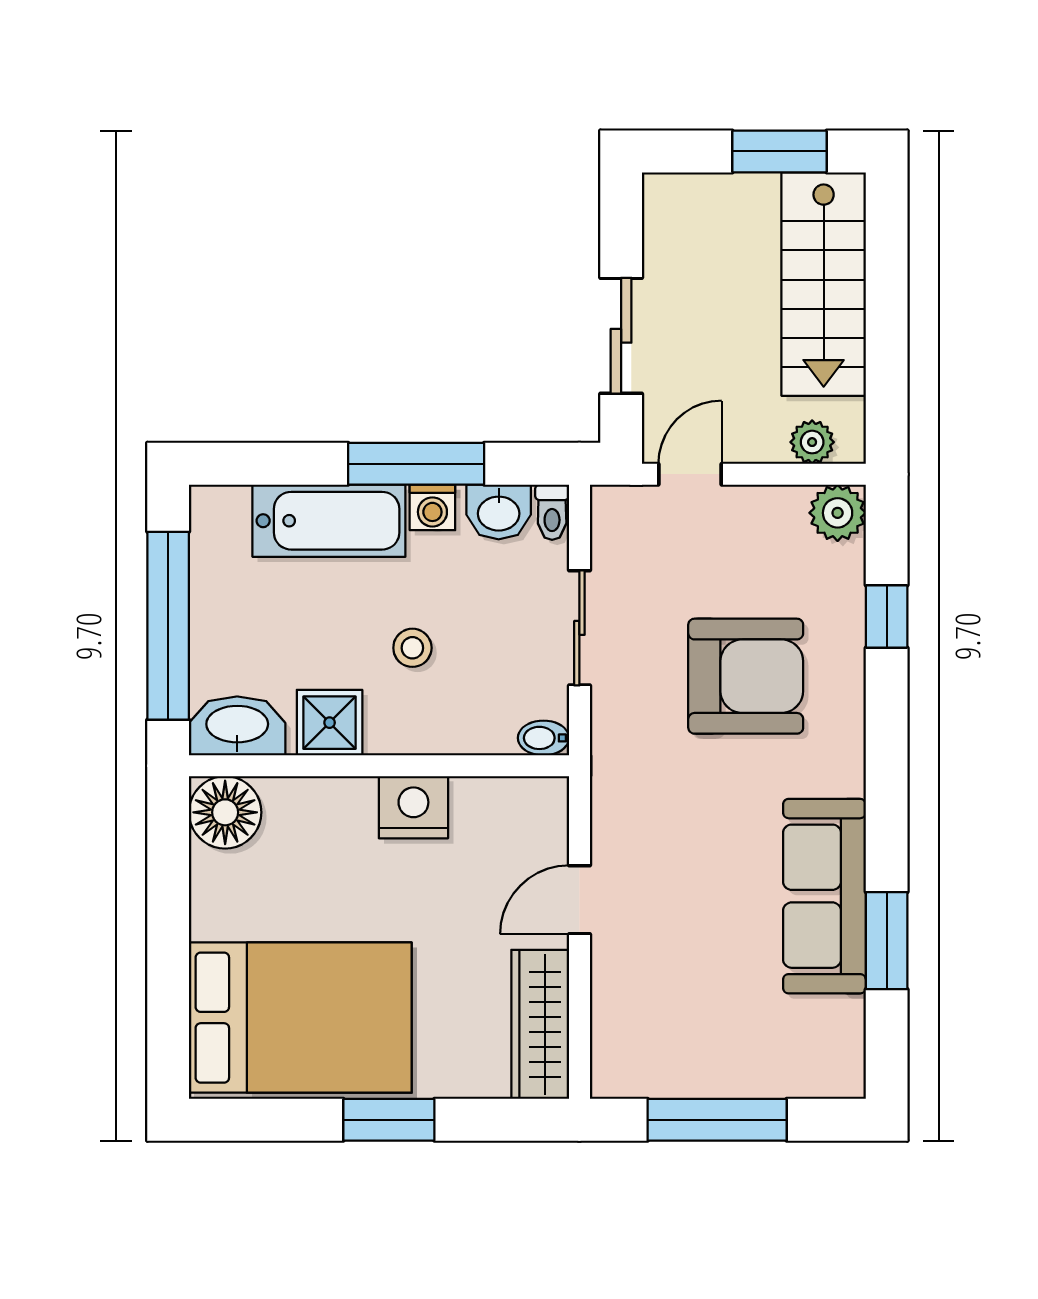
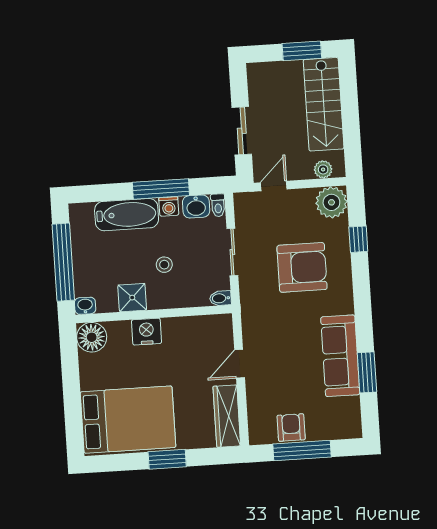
plant: (838, 513) -> (331, 202), width x1.36, depth x1.36
washbasin: (237, 726) -> (85, 306), width x0.52, depth x0.69
nightstand: (413, 807) -> (146, 332), moved
armchair: (694, 1062) -> (291, 428), added

